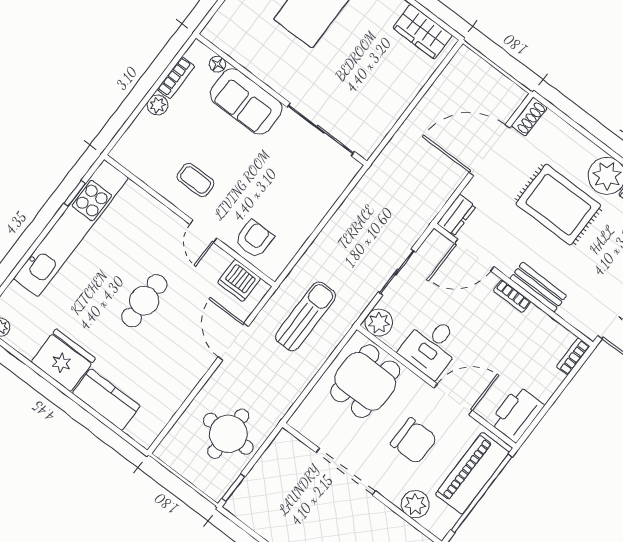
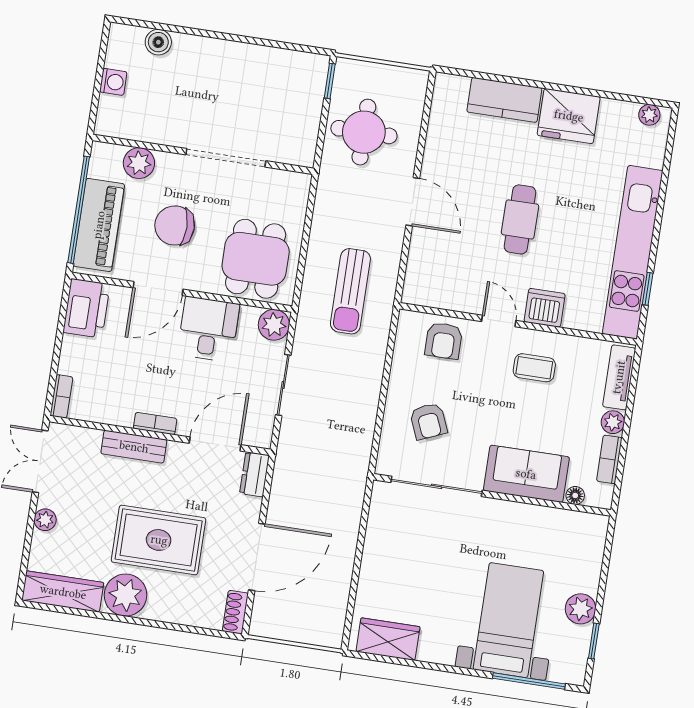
tv unit: (134, 137) -> (619, 377), added
armchair: (300, 183) -> (429, 421), added
dishwasher: (239, 280) -> (545, 308), moved
door: (233, 342) -> (413, 202), moved

